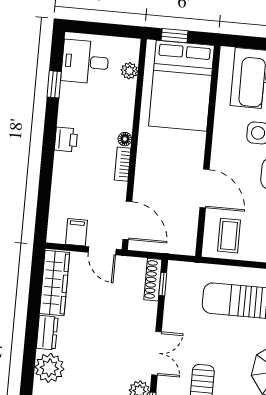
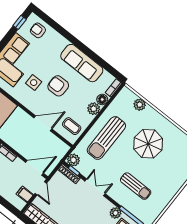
door: (102, 251) -> (41, 188), hinge flipped
plant: (179, 273) -> (73, 160), added
double door: (157, 353) -> (95, 187), moved

